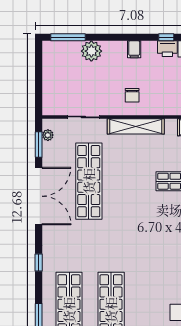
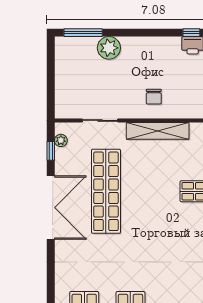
filing cabinet: (134, 49) -> (156, 46), removed
window: (39, 144) -> (51, 151), width x0.67
window: (39, 262) -> (51, 281), removed

